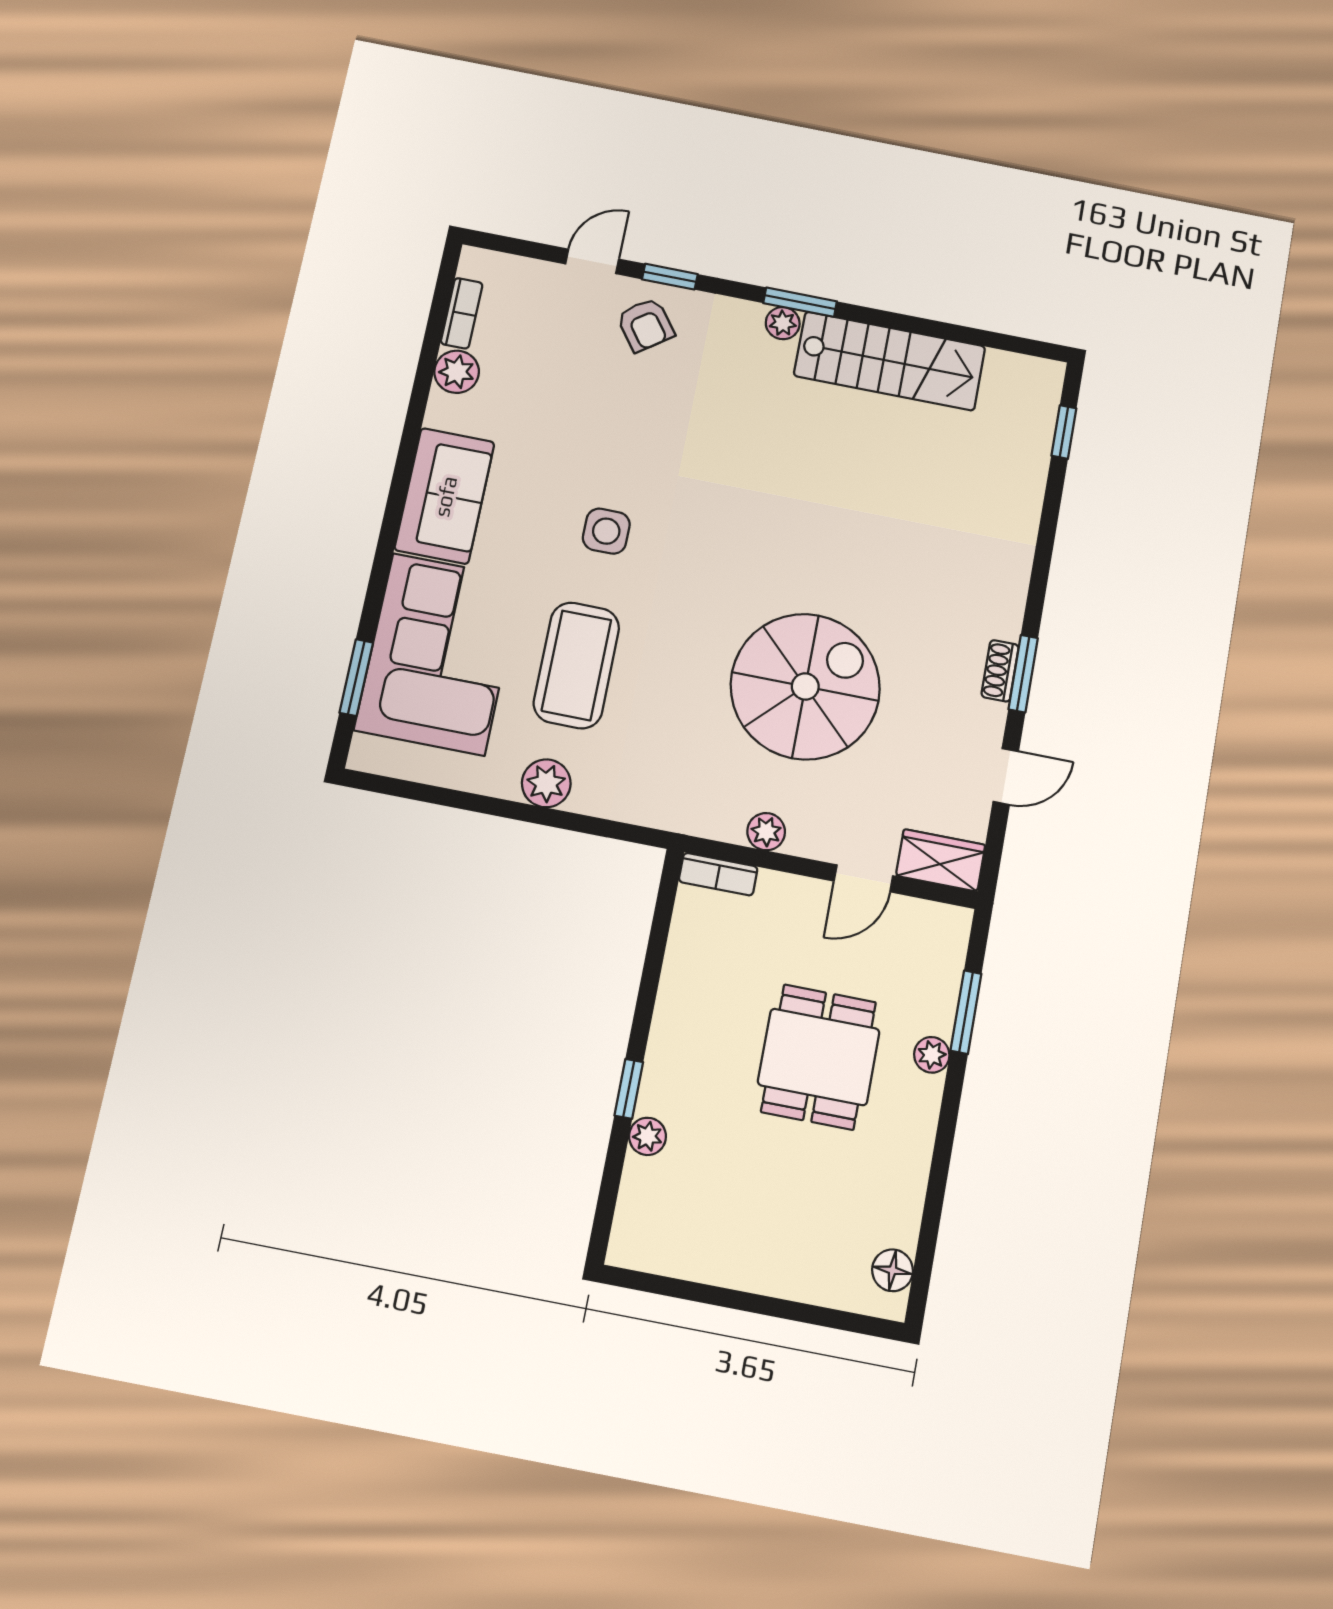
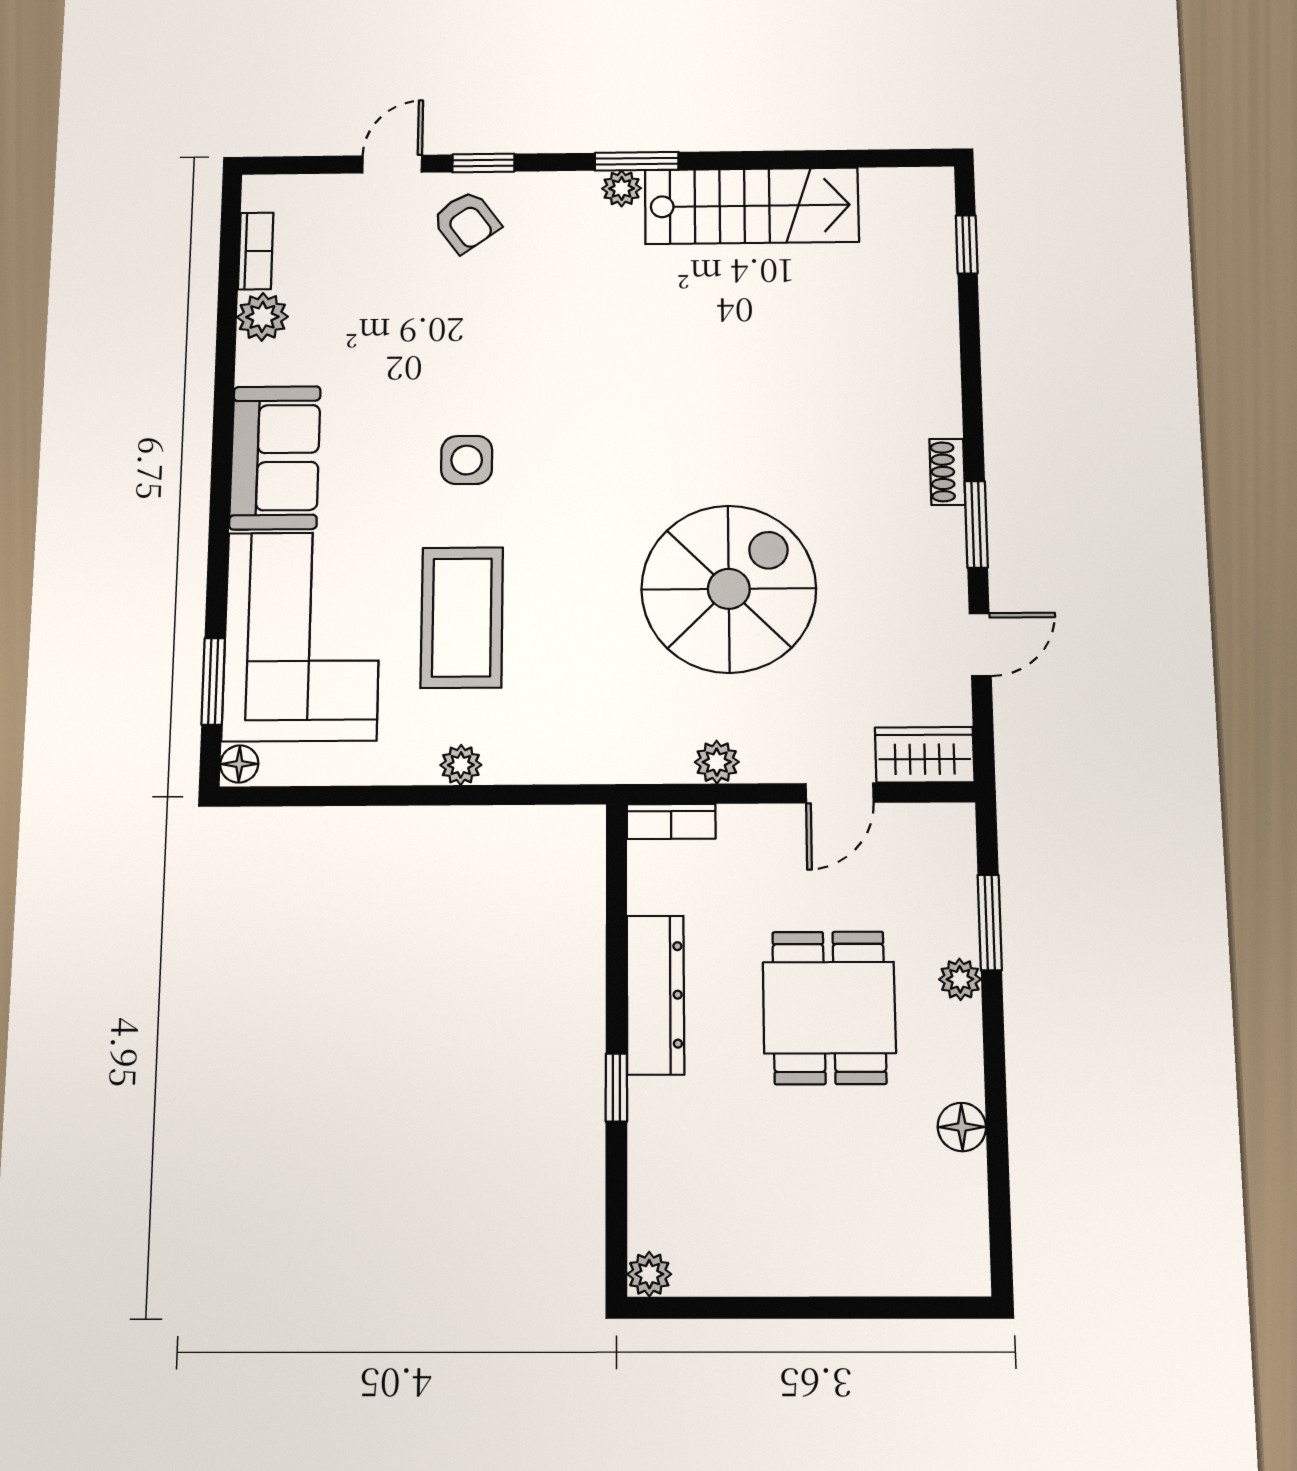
shoe rack: (1000, 671) -> (947, 472), moved
floor lamp: (365, 753) -> (239, 764), added
plant: (546, 783) -> (461, 765), width x0.73, depth x0.73
dresser: (676, 1017) -> (655, 995), added
plant: (648, 1136) -> (649, 1274), moved
floor lamp: (893, 1270) -> (962, 1127), moved

